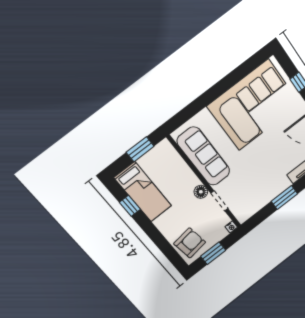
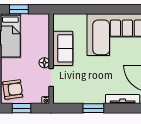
window: (140, 149) -> (19, 9), moved
sofa: (204, 156) -> (63, 48), width x0.73

